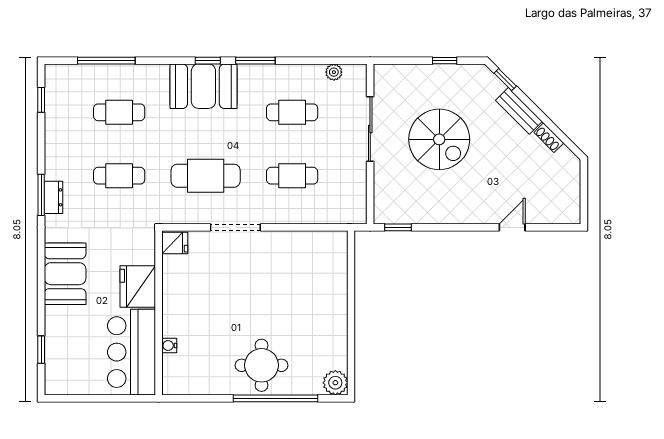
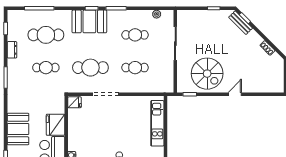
bench: (519, 111) -> (241, 23), moved
cafe table: (119, 112) -> (46, 35), width x1.37, depth x1.35
spiral stairs: (439, 139) -> (207, 74), moved
dresser: (53, 197) -> (12, 50), moved
door: (512, 227) -> (235, 94), moved
booth: (65, 274) -> (18, 129), moved
kitchen unit: (335, 284) -> (157, 123), added

